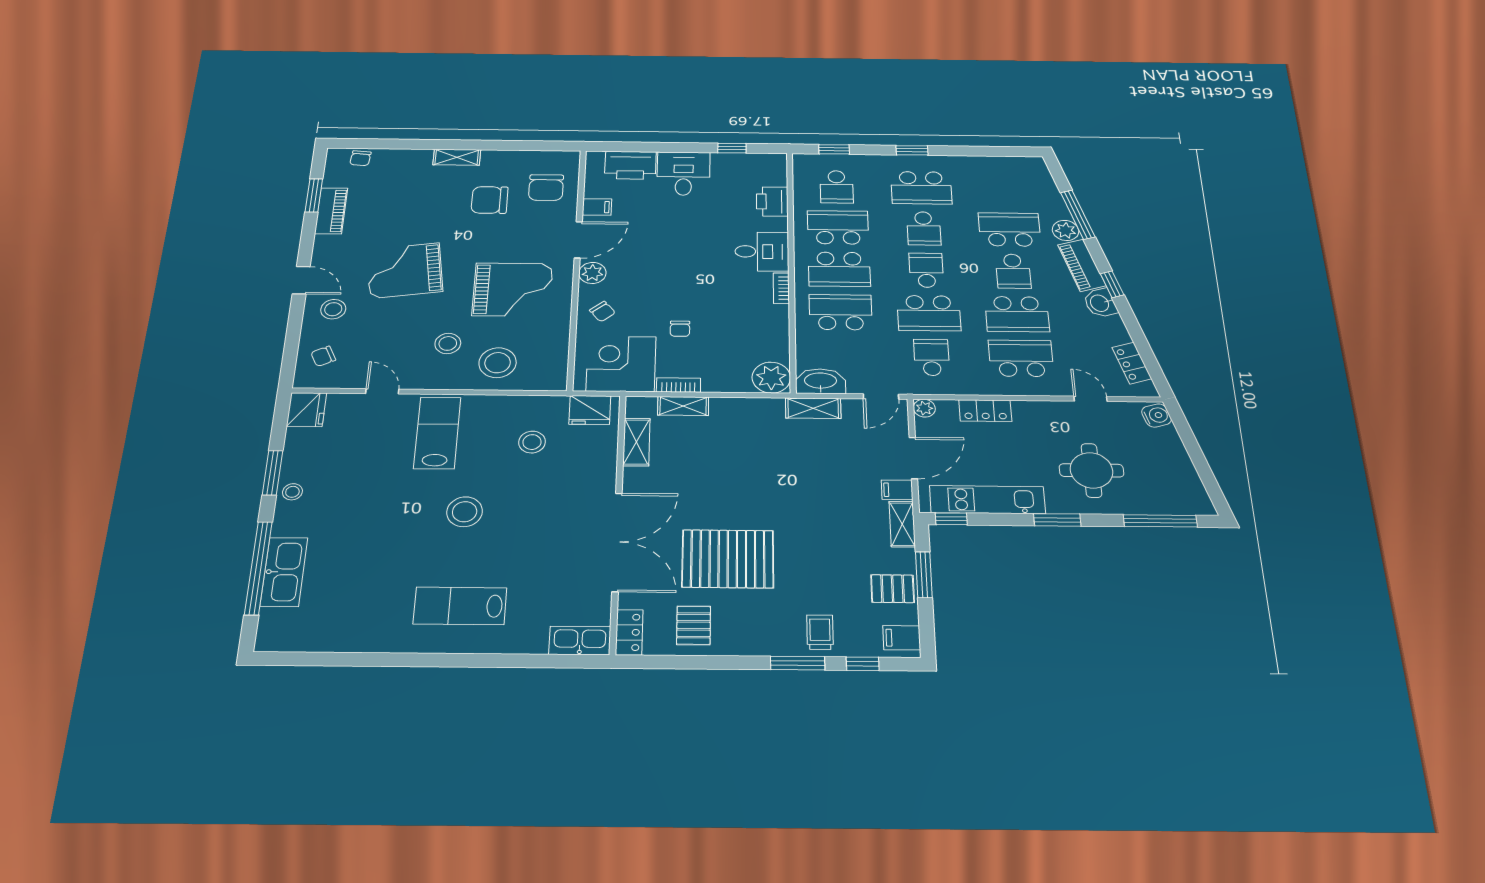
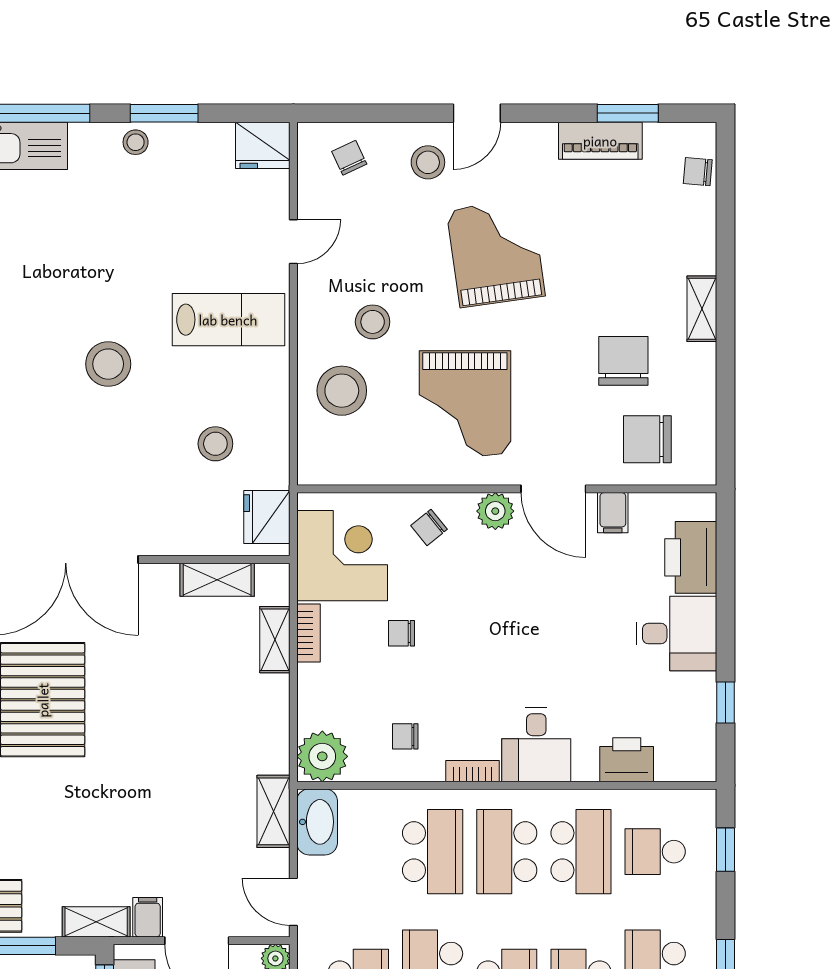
chair: (756, 327) -> (405, 736), added

